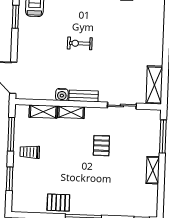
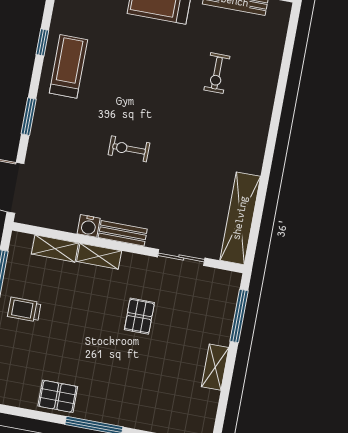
window: (15, 17) -> (29, 117), moved
shelving: (154, 85) -> (240, 218), width x1.47

